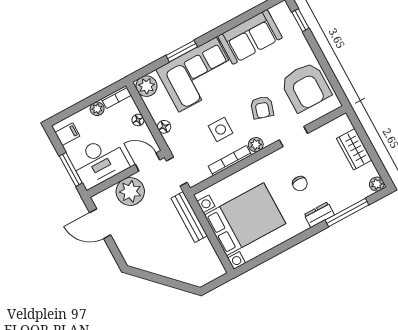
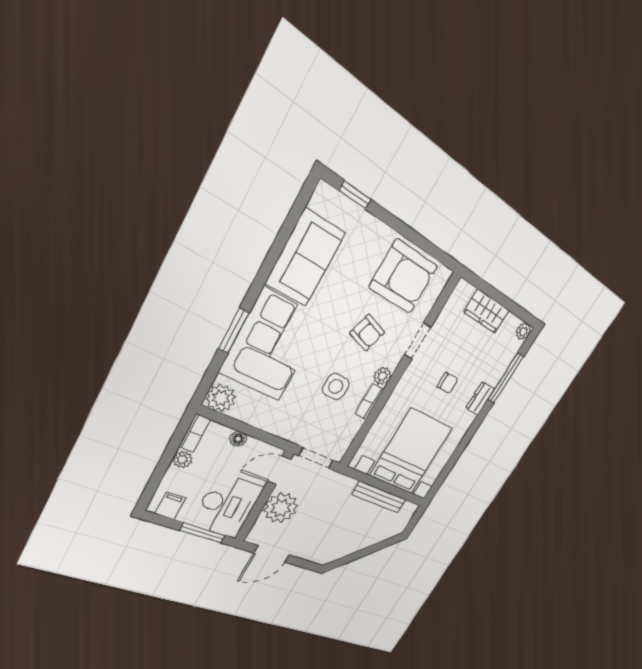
floor lamp: (164, 127) -> (272, 426), removed
bookcase: (230, 161) -> (369, 402), width x0.64
bench: (189, 217) -> (379, 497), moved

